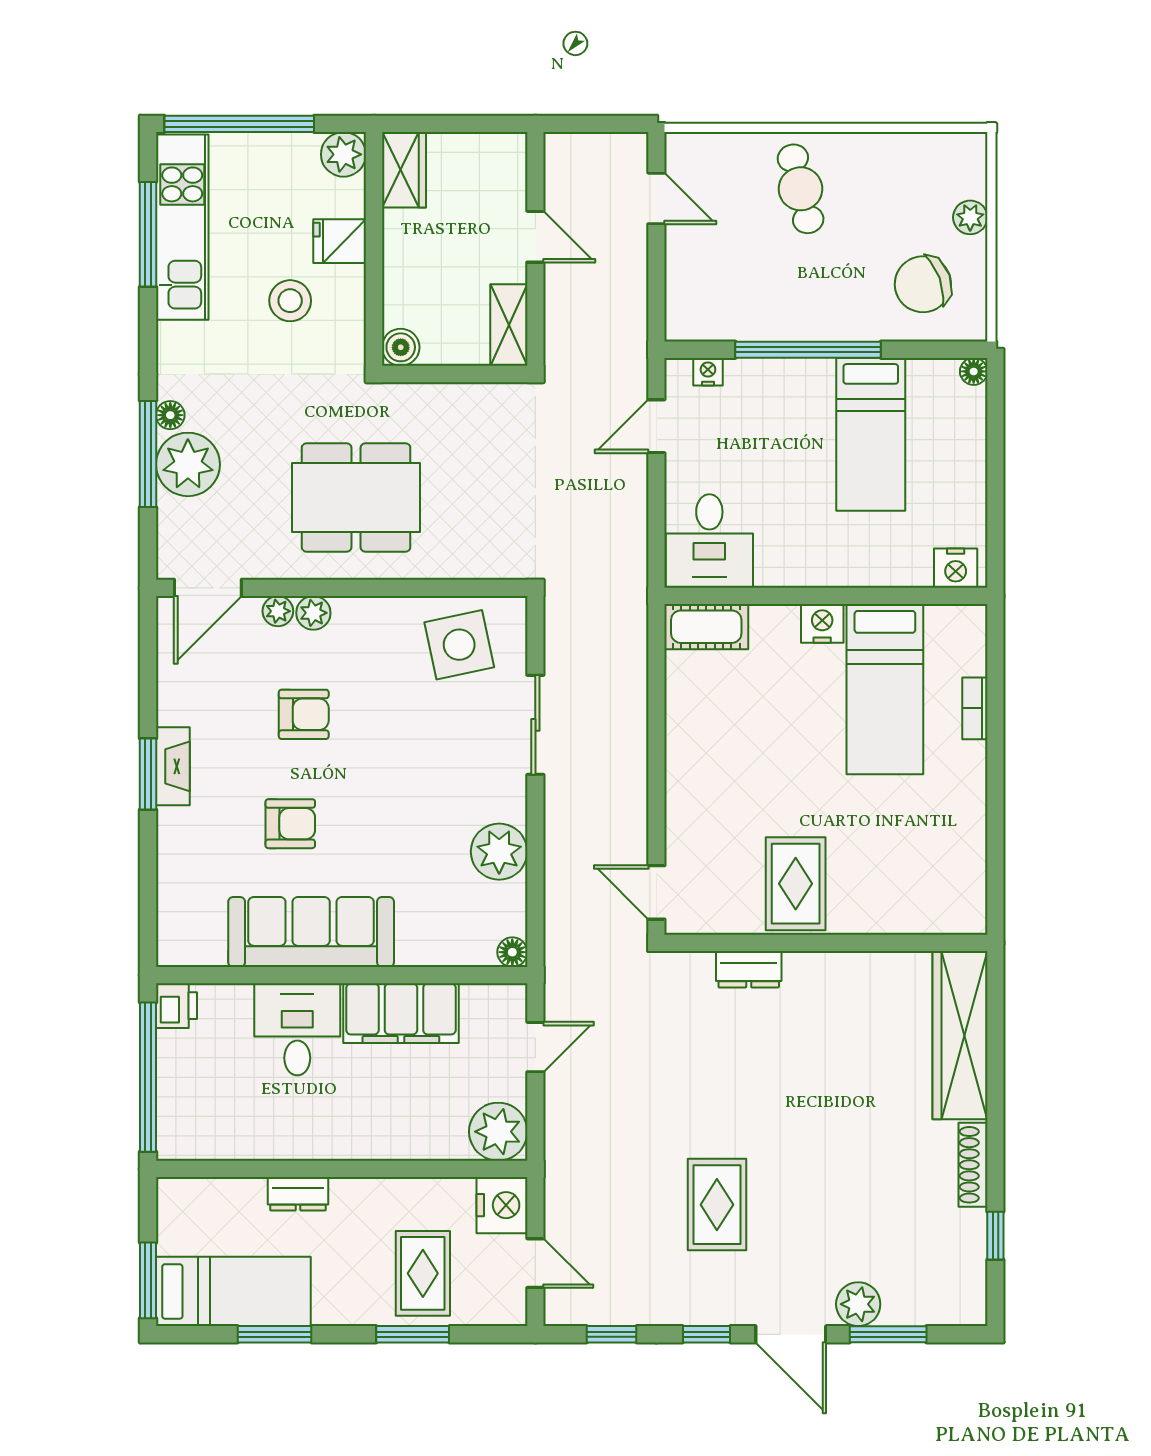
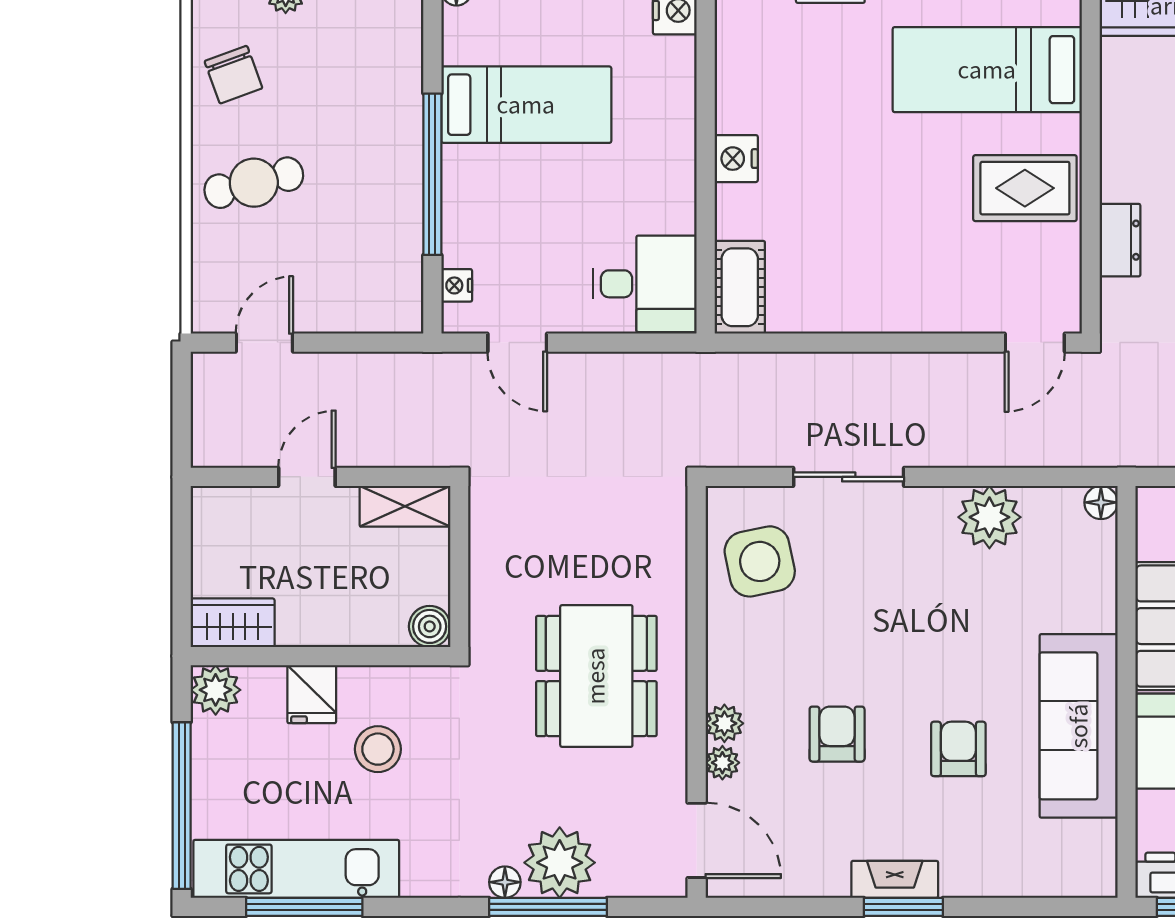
chair: (923, 284) -> (233, 75), moved, width x0.73, depth x0.73
bed: (885, 689) -> (987, 70), moved, turned 180

